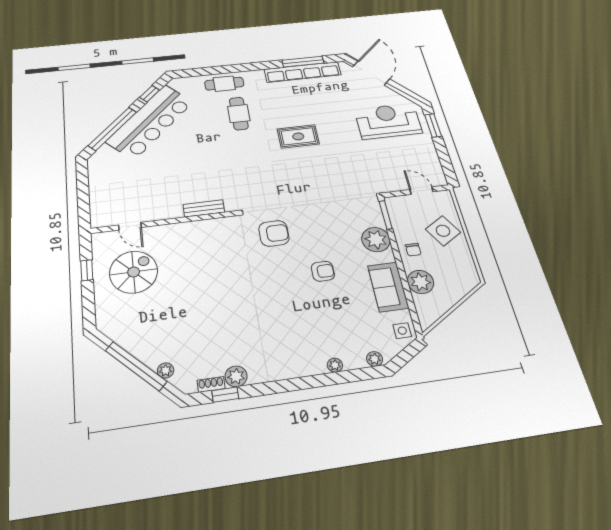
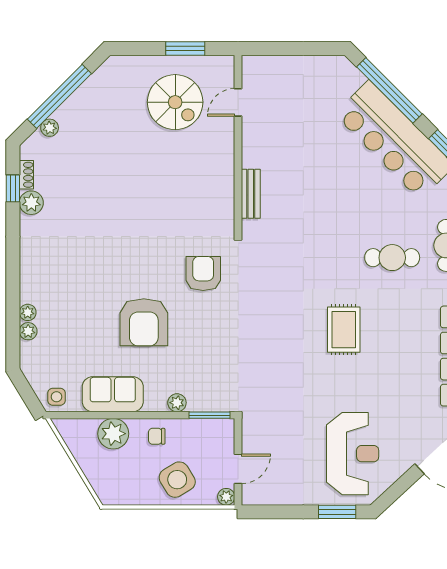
plant: (445, 196) -> (226, 497), added
armchair: (274, 233) -> (203, 273), turned 180
plant: (376, 240) -> (177, 403), width x0.53, depth x0.53
window: (87, 270) -> (185, 49), width x1.50
armchair: (323, 271) -> (144, 322), width x1.88, depth x1.88
plant: (375, 359) -> (28, 331), moved

